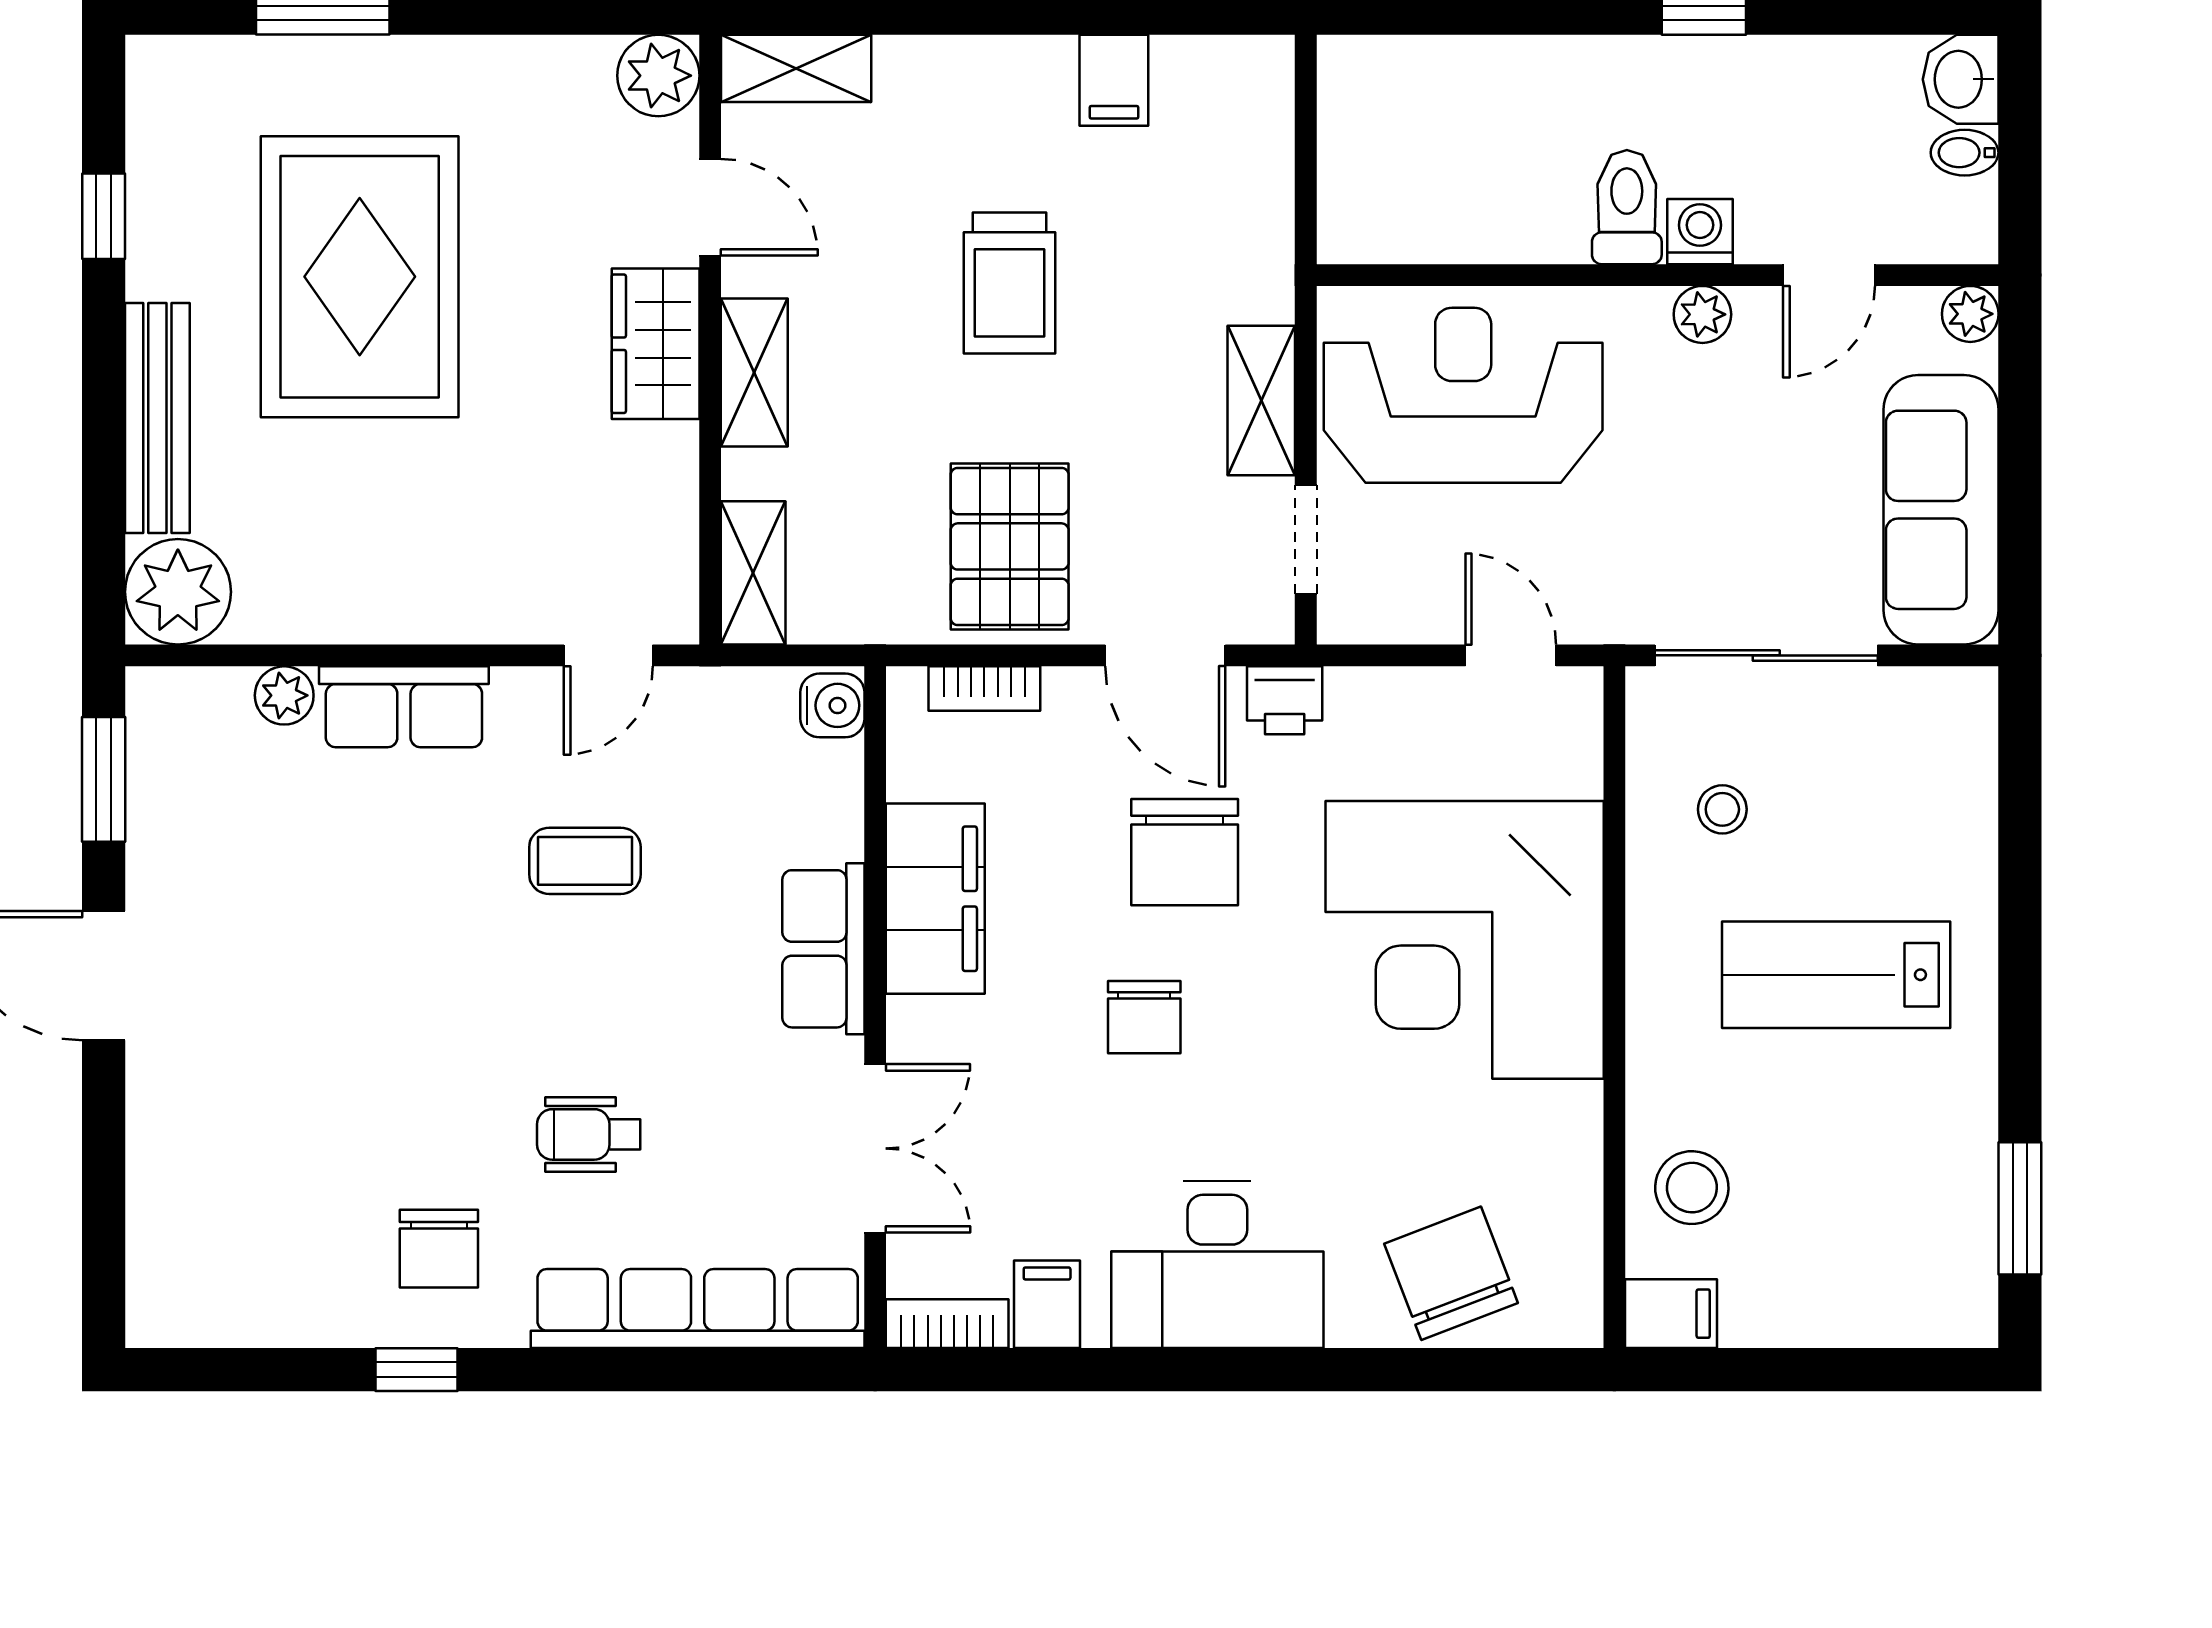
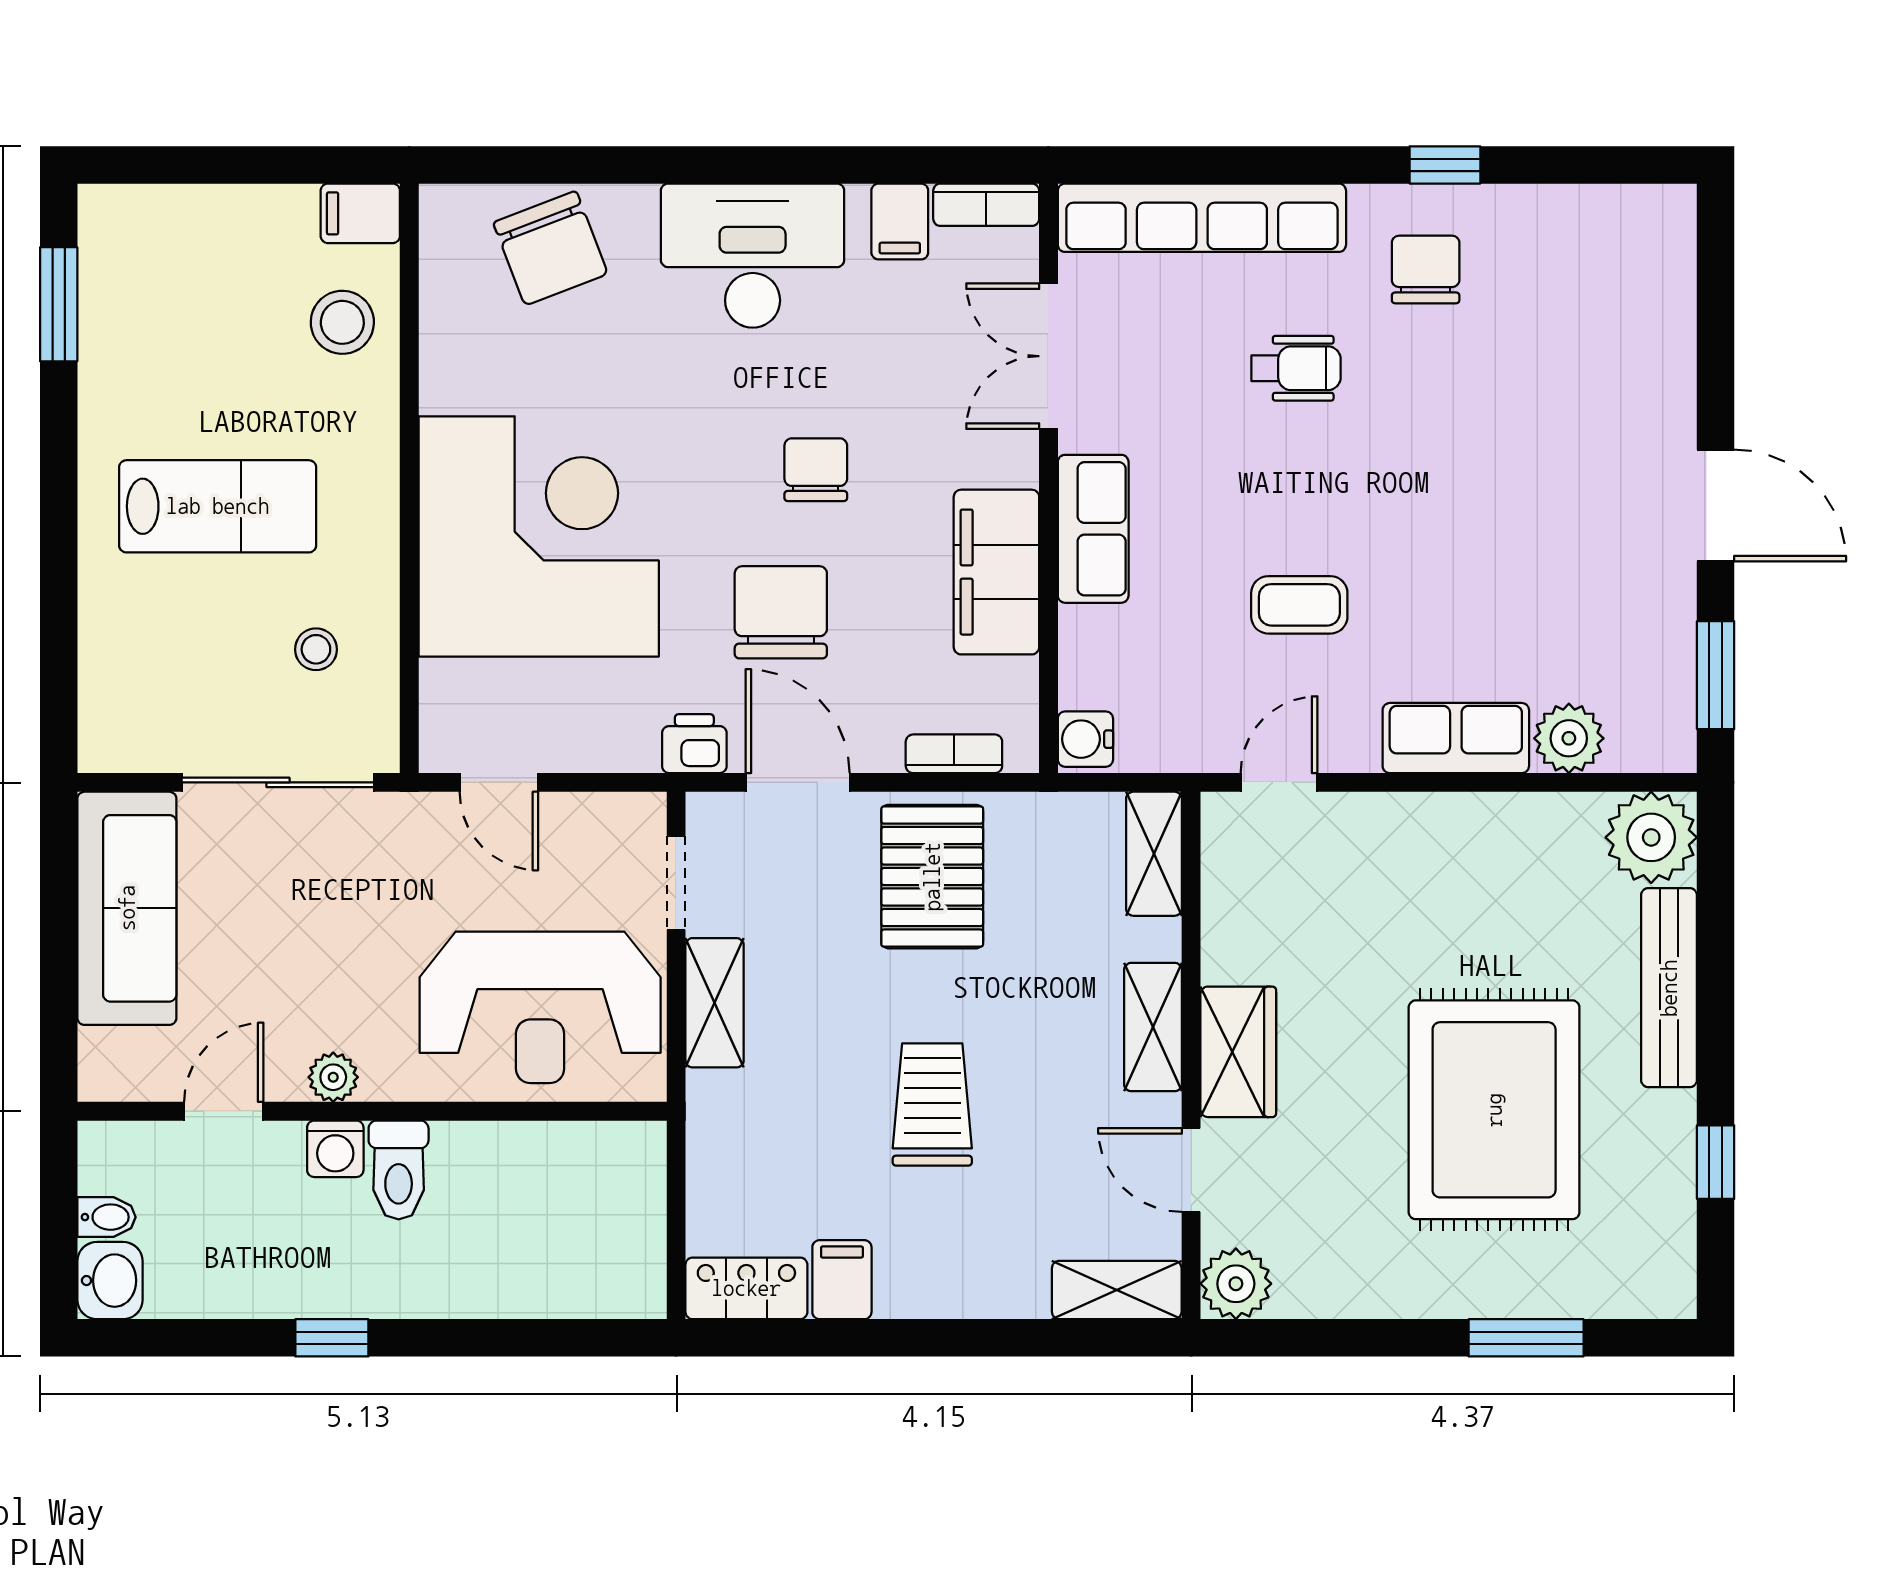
locker: (1224, 70) -> (746, 1288), added
plant: (1970, 314) -> (102, 1078), removed
plant: (284, 695) -> (1569, 738), width x1.38, depth x1.38

